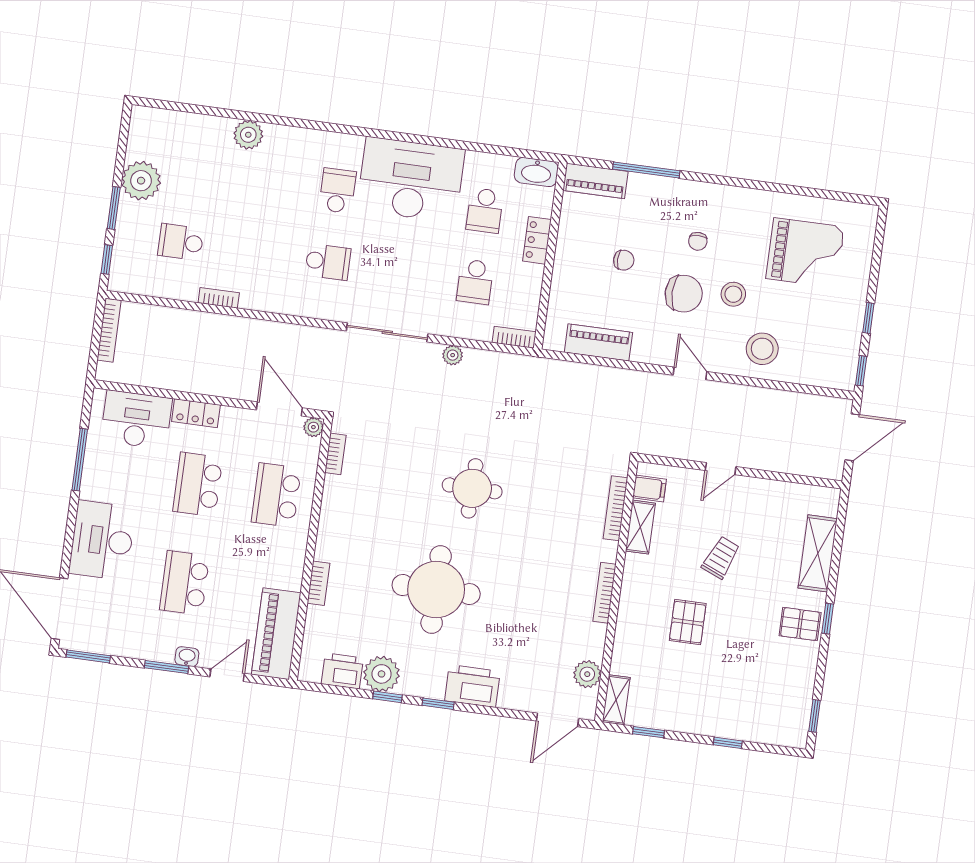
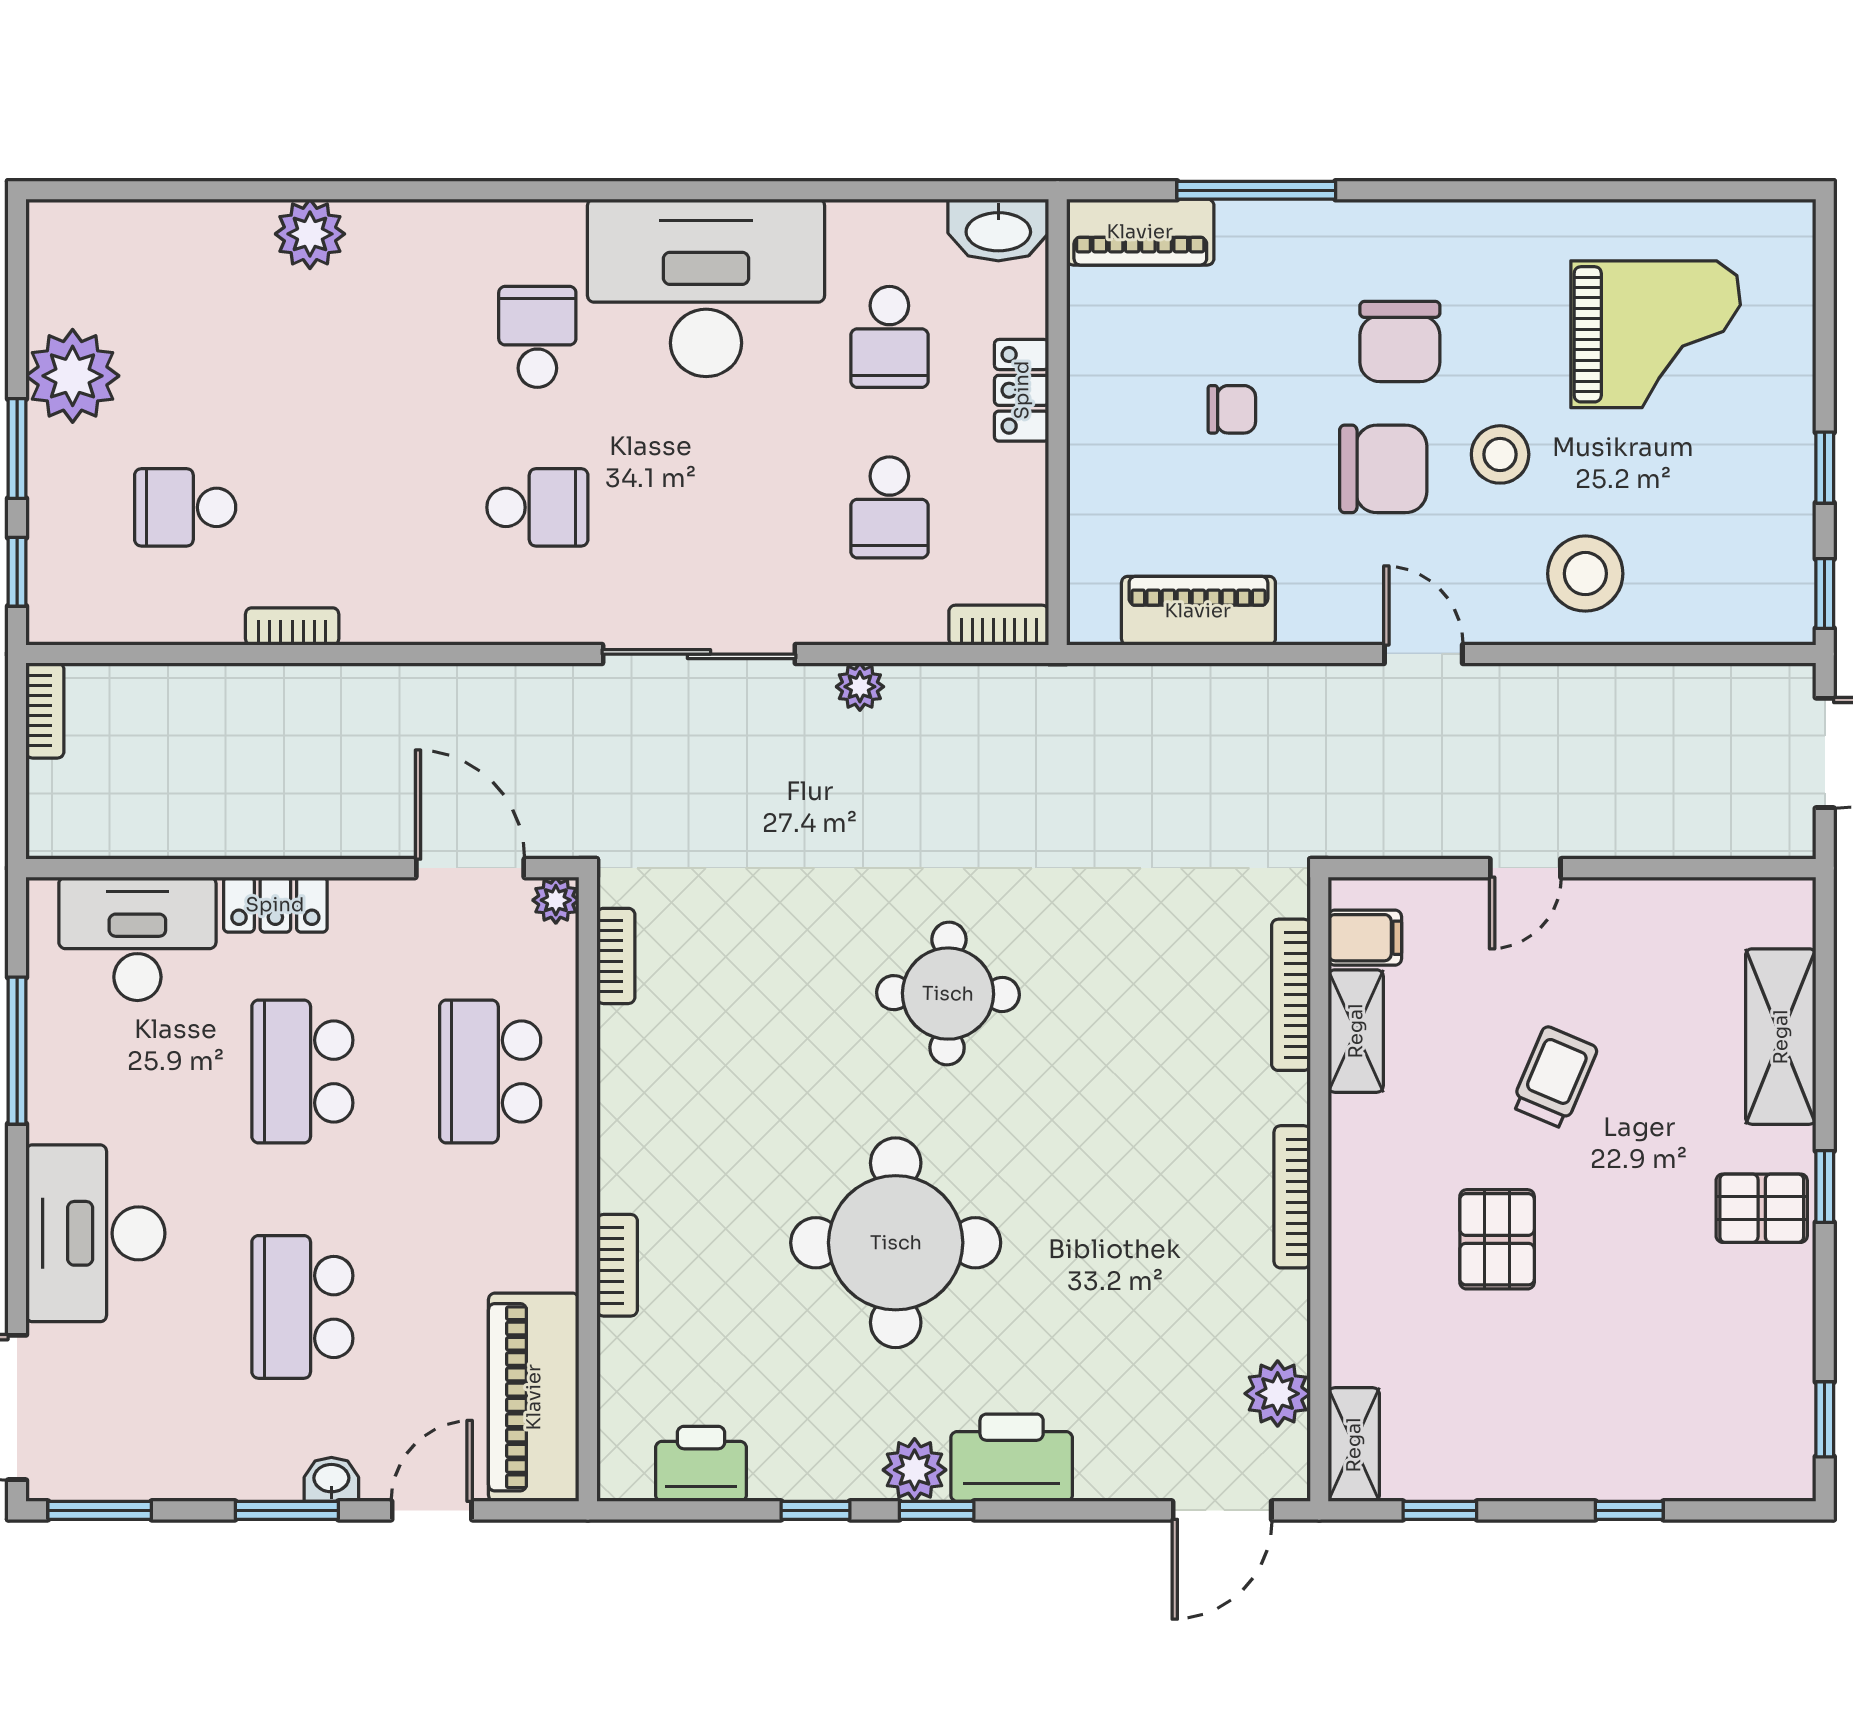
chair: (698, 241) -> (1400, 341), width x1.87, depth x1.87
bookcase: (109, 330) -> (45, 710), width x0.64
plant: (382, 674) -> (915, 1470), moved, width x0.73, depth x0.73

